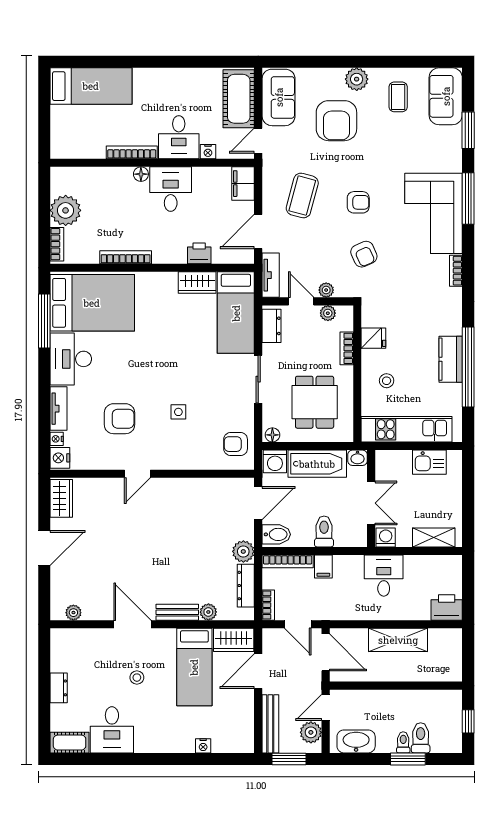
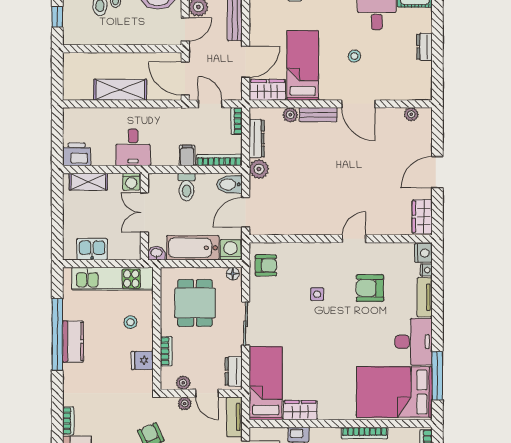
printer: (447, 607) -> (77, 154), moved, turned 180

